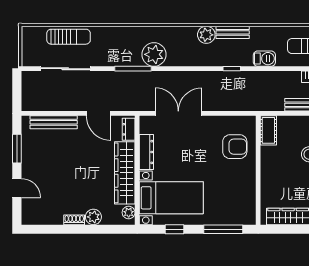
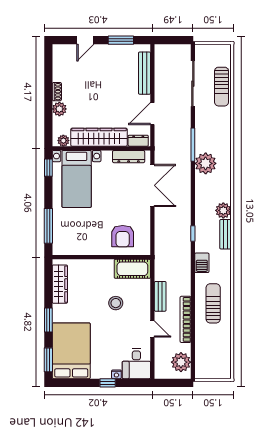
cot: (268, 130) -> (132, 269), width x1.37, depth x1.34
dresser: (146, 152) -> (129, 157), moved
window: (174, 229) -> (48, 168), moved

